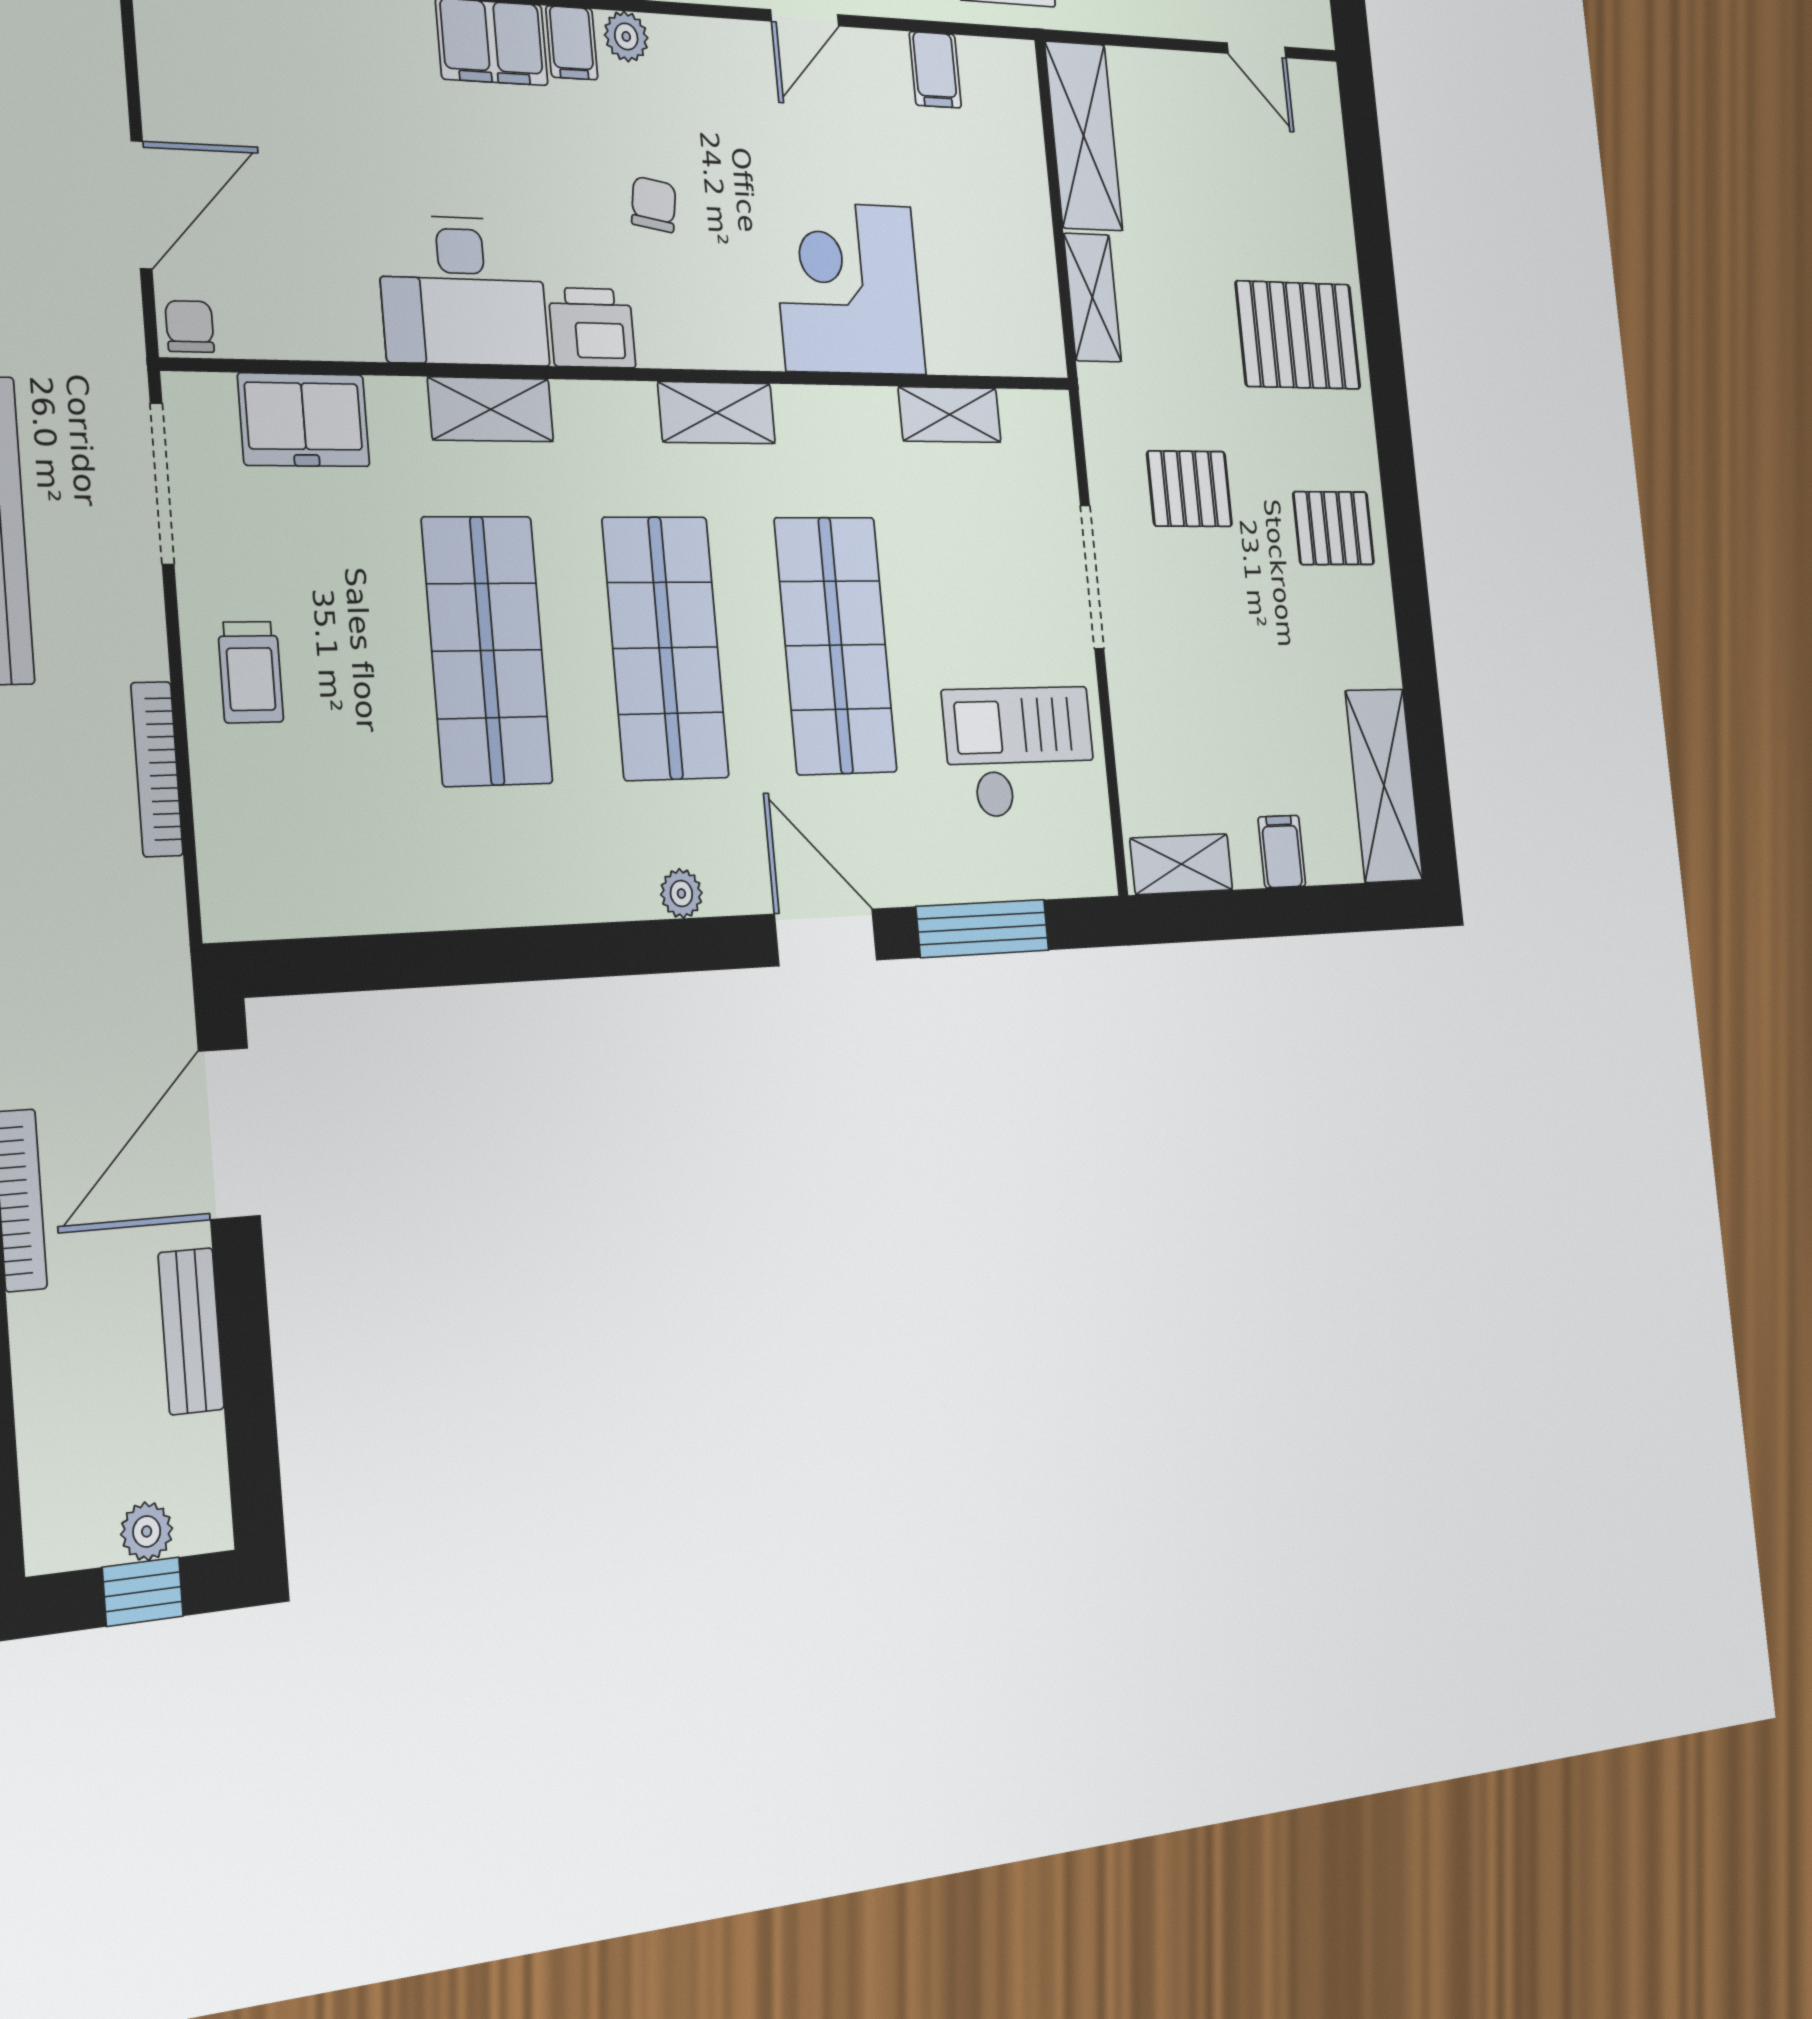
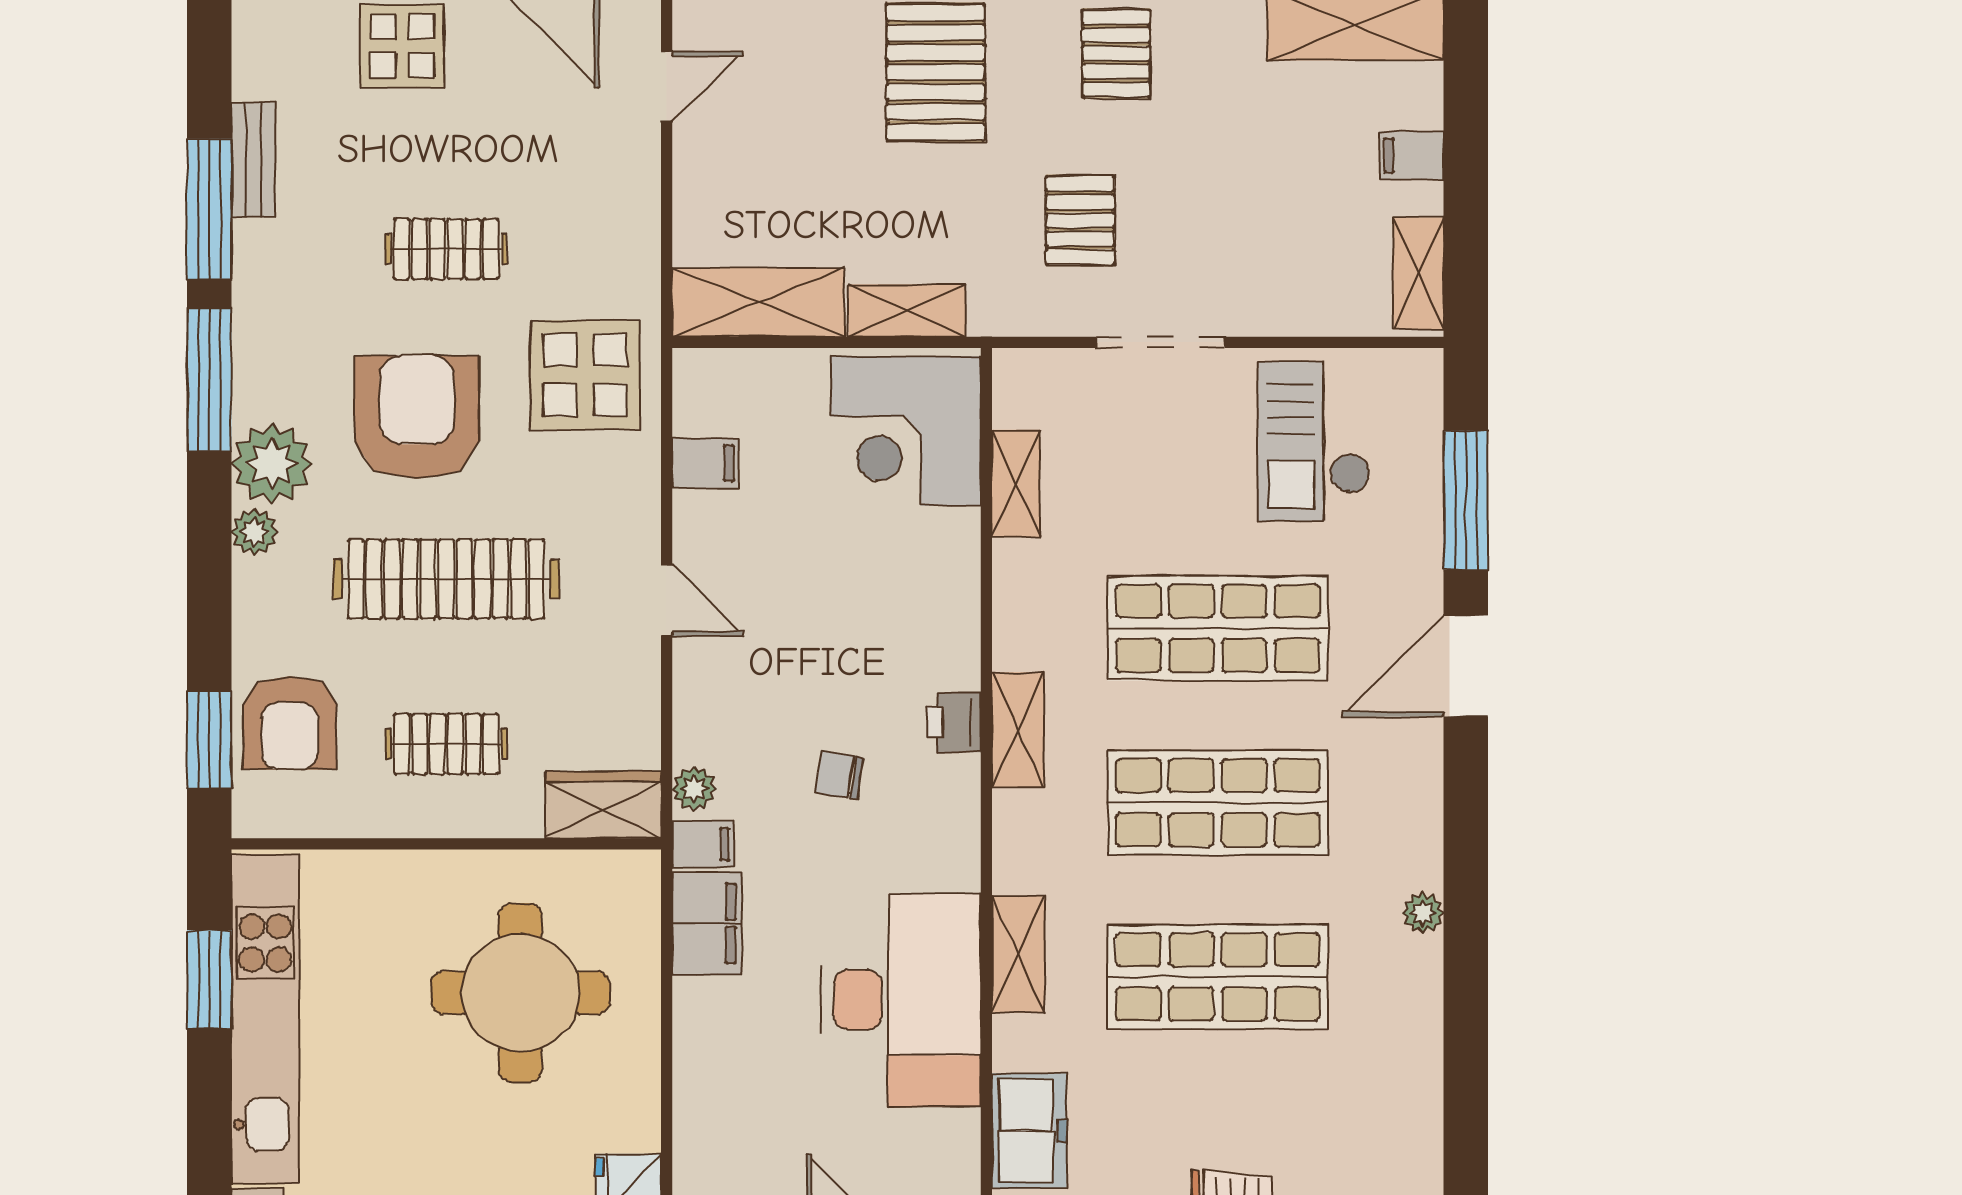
corner desk: (849, 288) -> (906, 431), moved
desk: (463, 291) -> (901, 1000), width x1.36, depth x1.30
printer: (592, 328) -> (954, 722), moved, width x0.73, depth x0.81
plant: (681, 894) -> (1423, 913), moved

